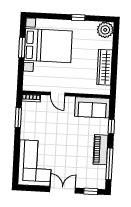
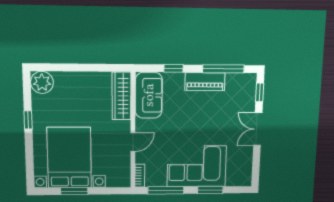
wardrobe: (105, 67) -> (122, 96), moved, turned 90
window: (18, 118) -> (166, 190), width x1.44
window: (17, 152) -> (210, 190), added
corner sofa: (35, 163) -> (197, 166), moved

